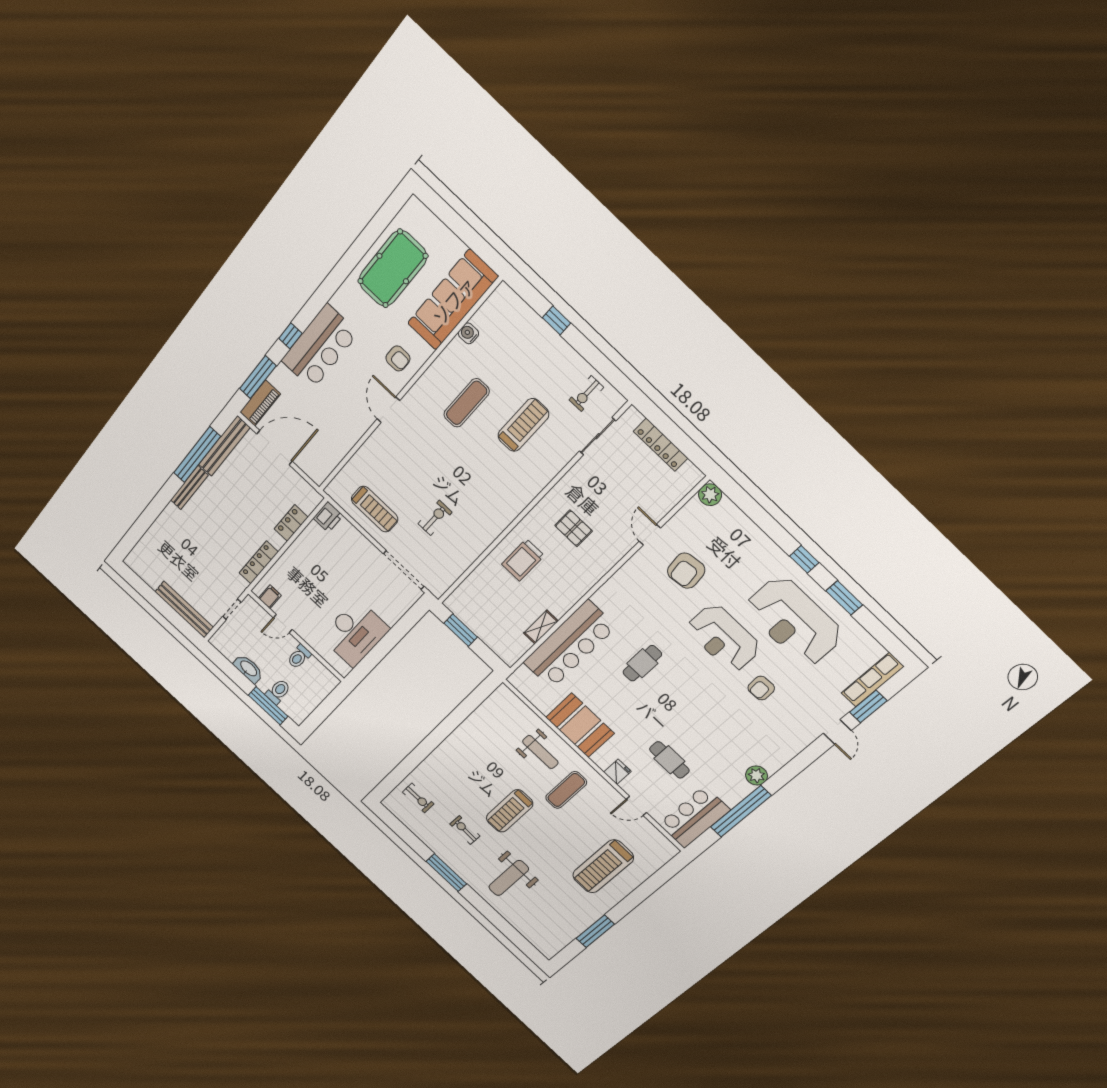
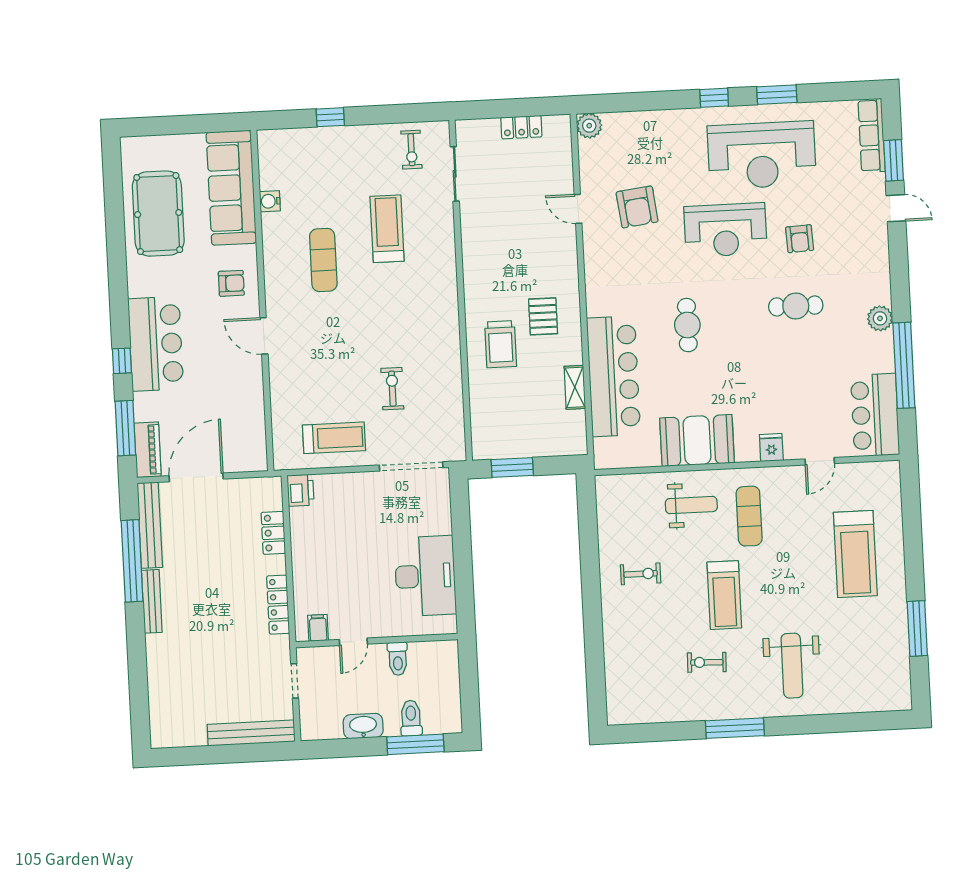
locker: (661, 445) -> (521, 127), width x0.66
pallet: (573, 528) -> (543, 316), moved, turned 90
cafe table: (669, 760) -> (796, 306), moved
exercise bike: (418, 798) -> (641, 574), moved

